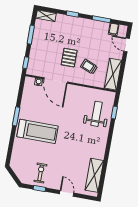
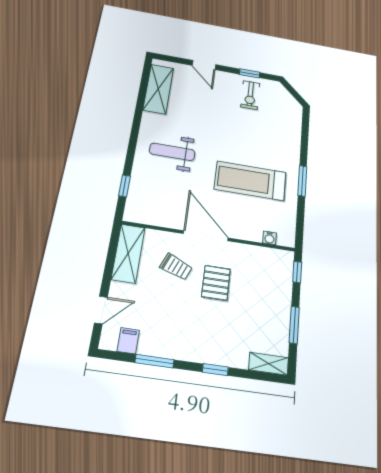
door: (126, 45) -> (101, 310), hinge flipped
door: (56, 80) -> (206, 236), moved
weight bench: (97, 114) -> (172, 152), moved, turned 90
treadmill: (37, 131) -> (250, 181), moved

